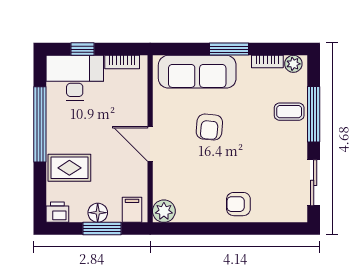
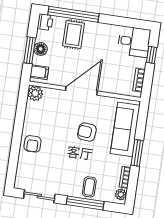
desk: (75, 78) -> (134, 42), width x0.73
window: (40, 124) -> (73, 14), moved
door: (150, 144) -> (81, 91), width x1.36
armchair: (238, 204) -> (33, 144), turned 180

